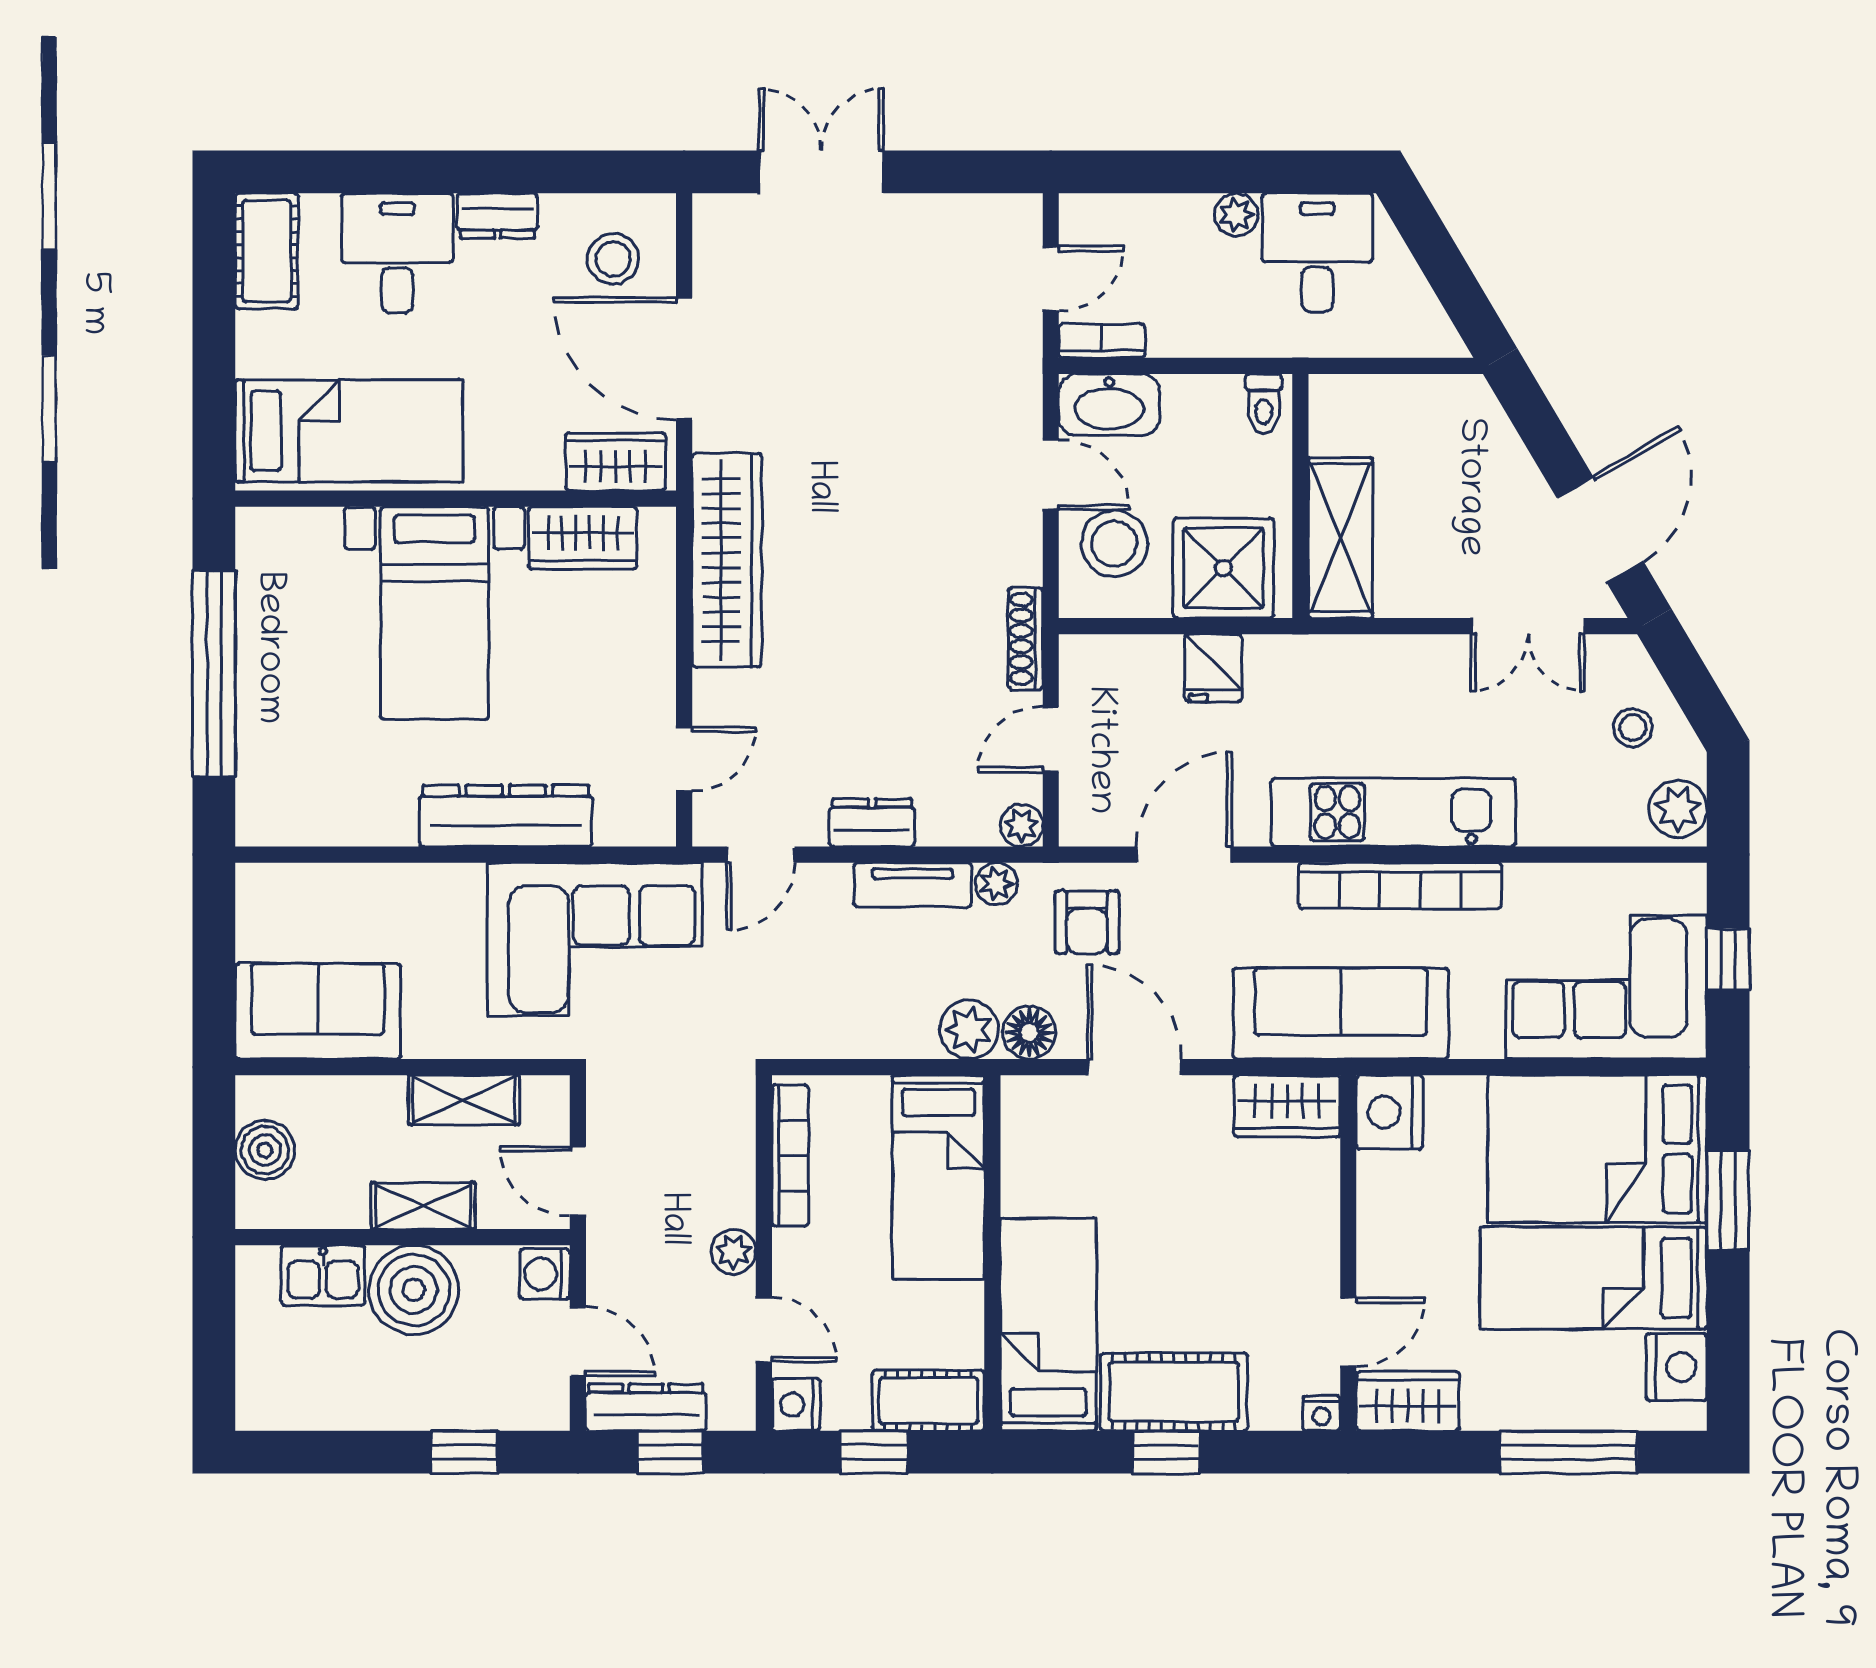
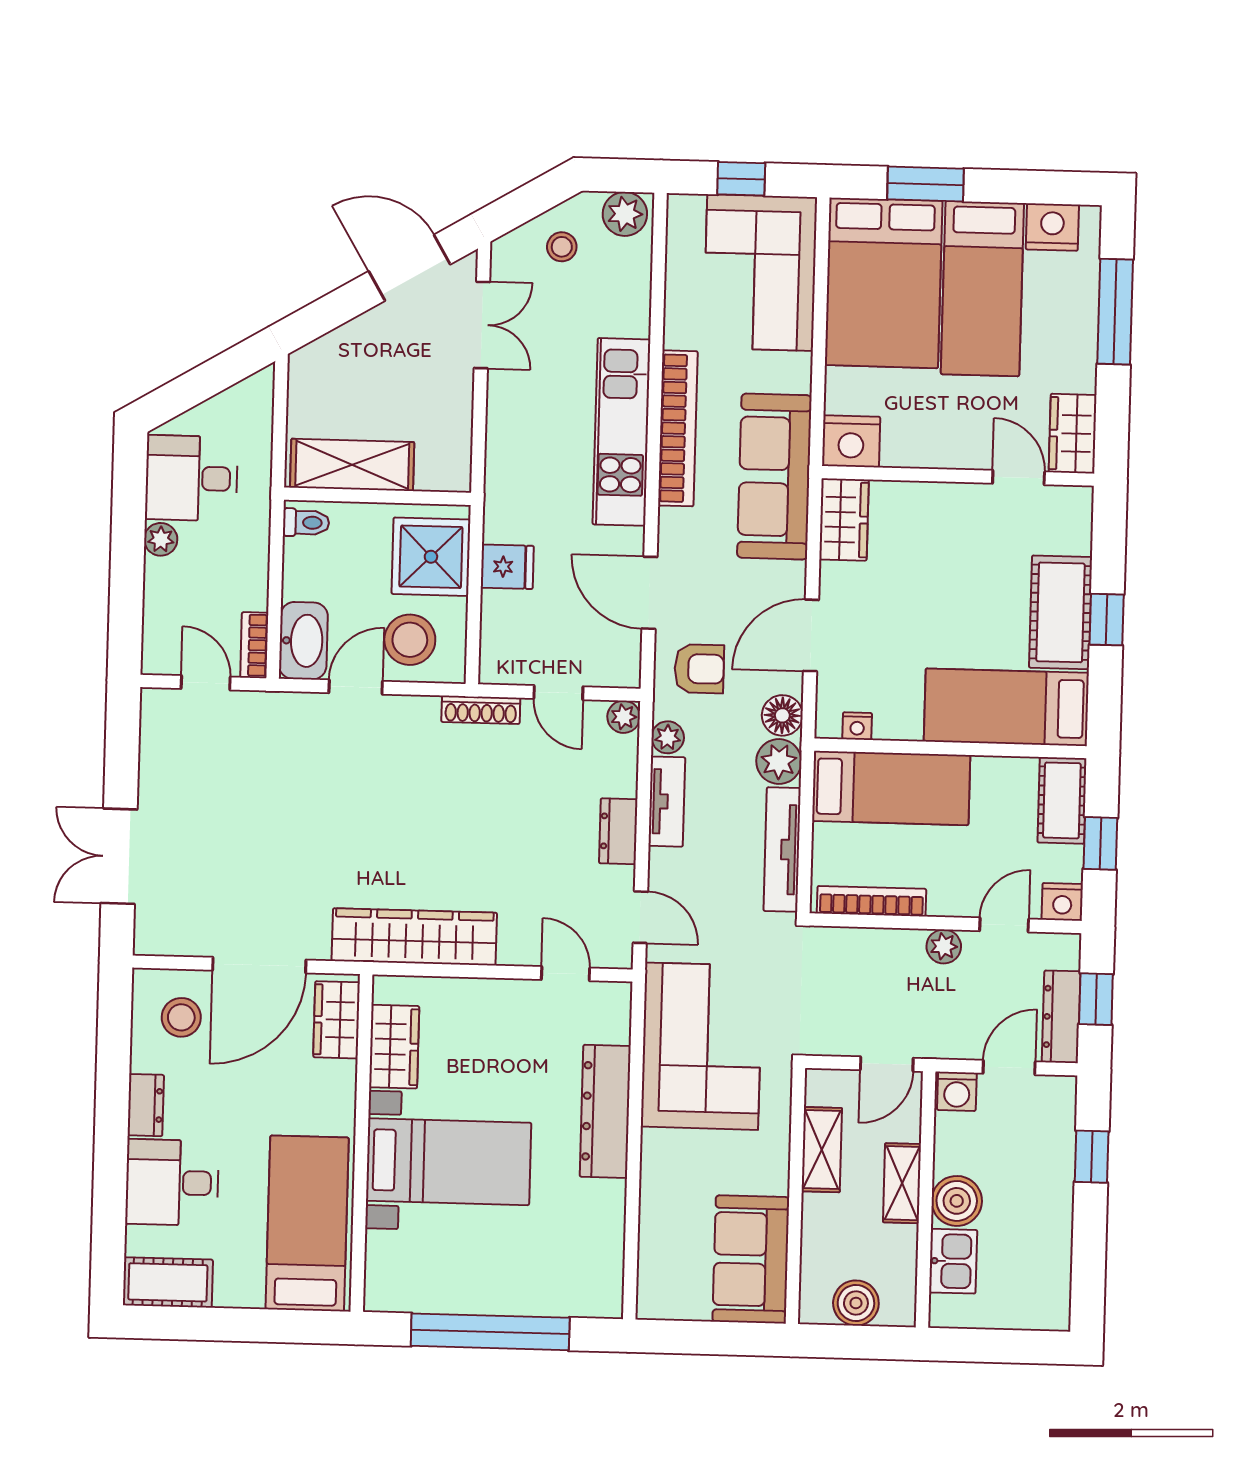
shelving: (1340, 538) -> (352, 465), moved
tv unit: (854, 1037) -> (782, 849), added
boiler: (414, 1290) -> (957, 1201), width x0.73, depth x0.73
nightstand: (1322, 1413) -> (857, 726), moved, turned 90

